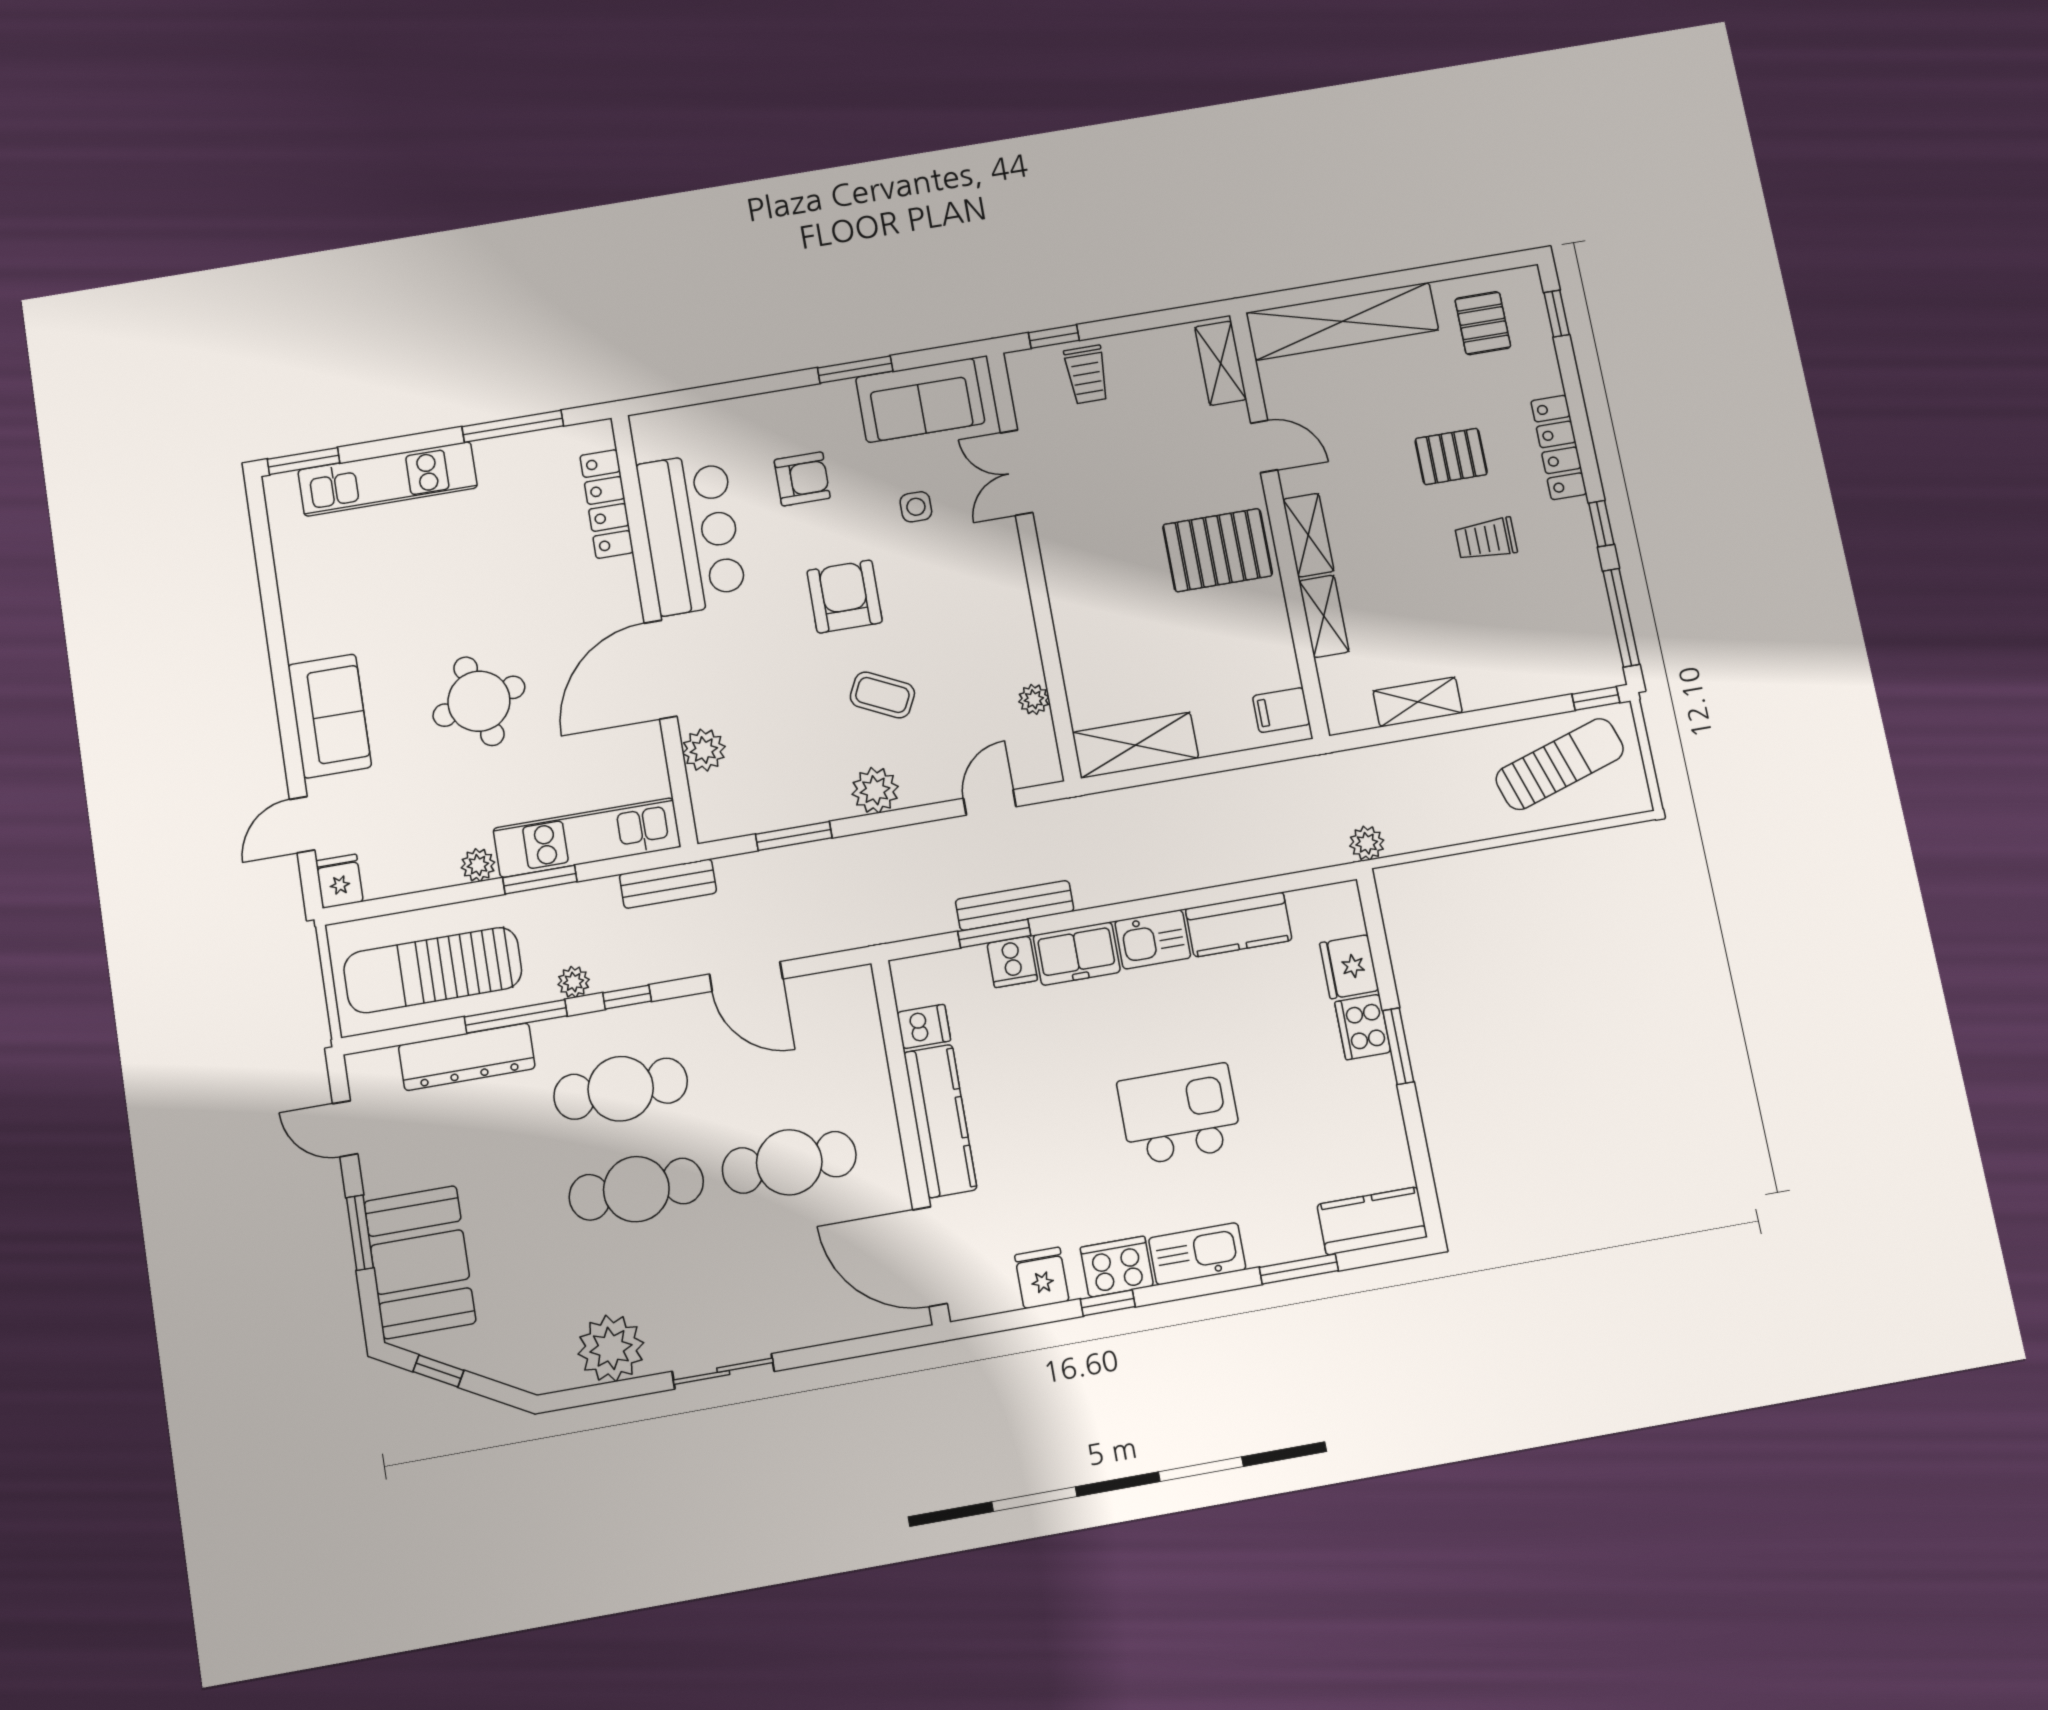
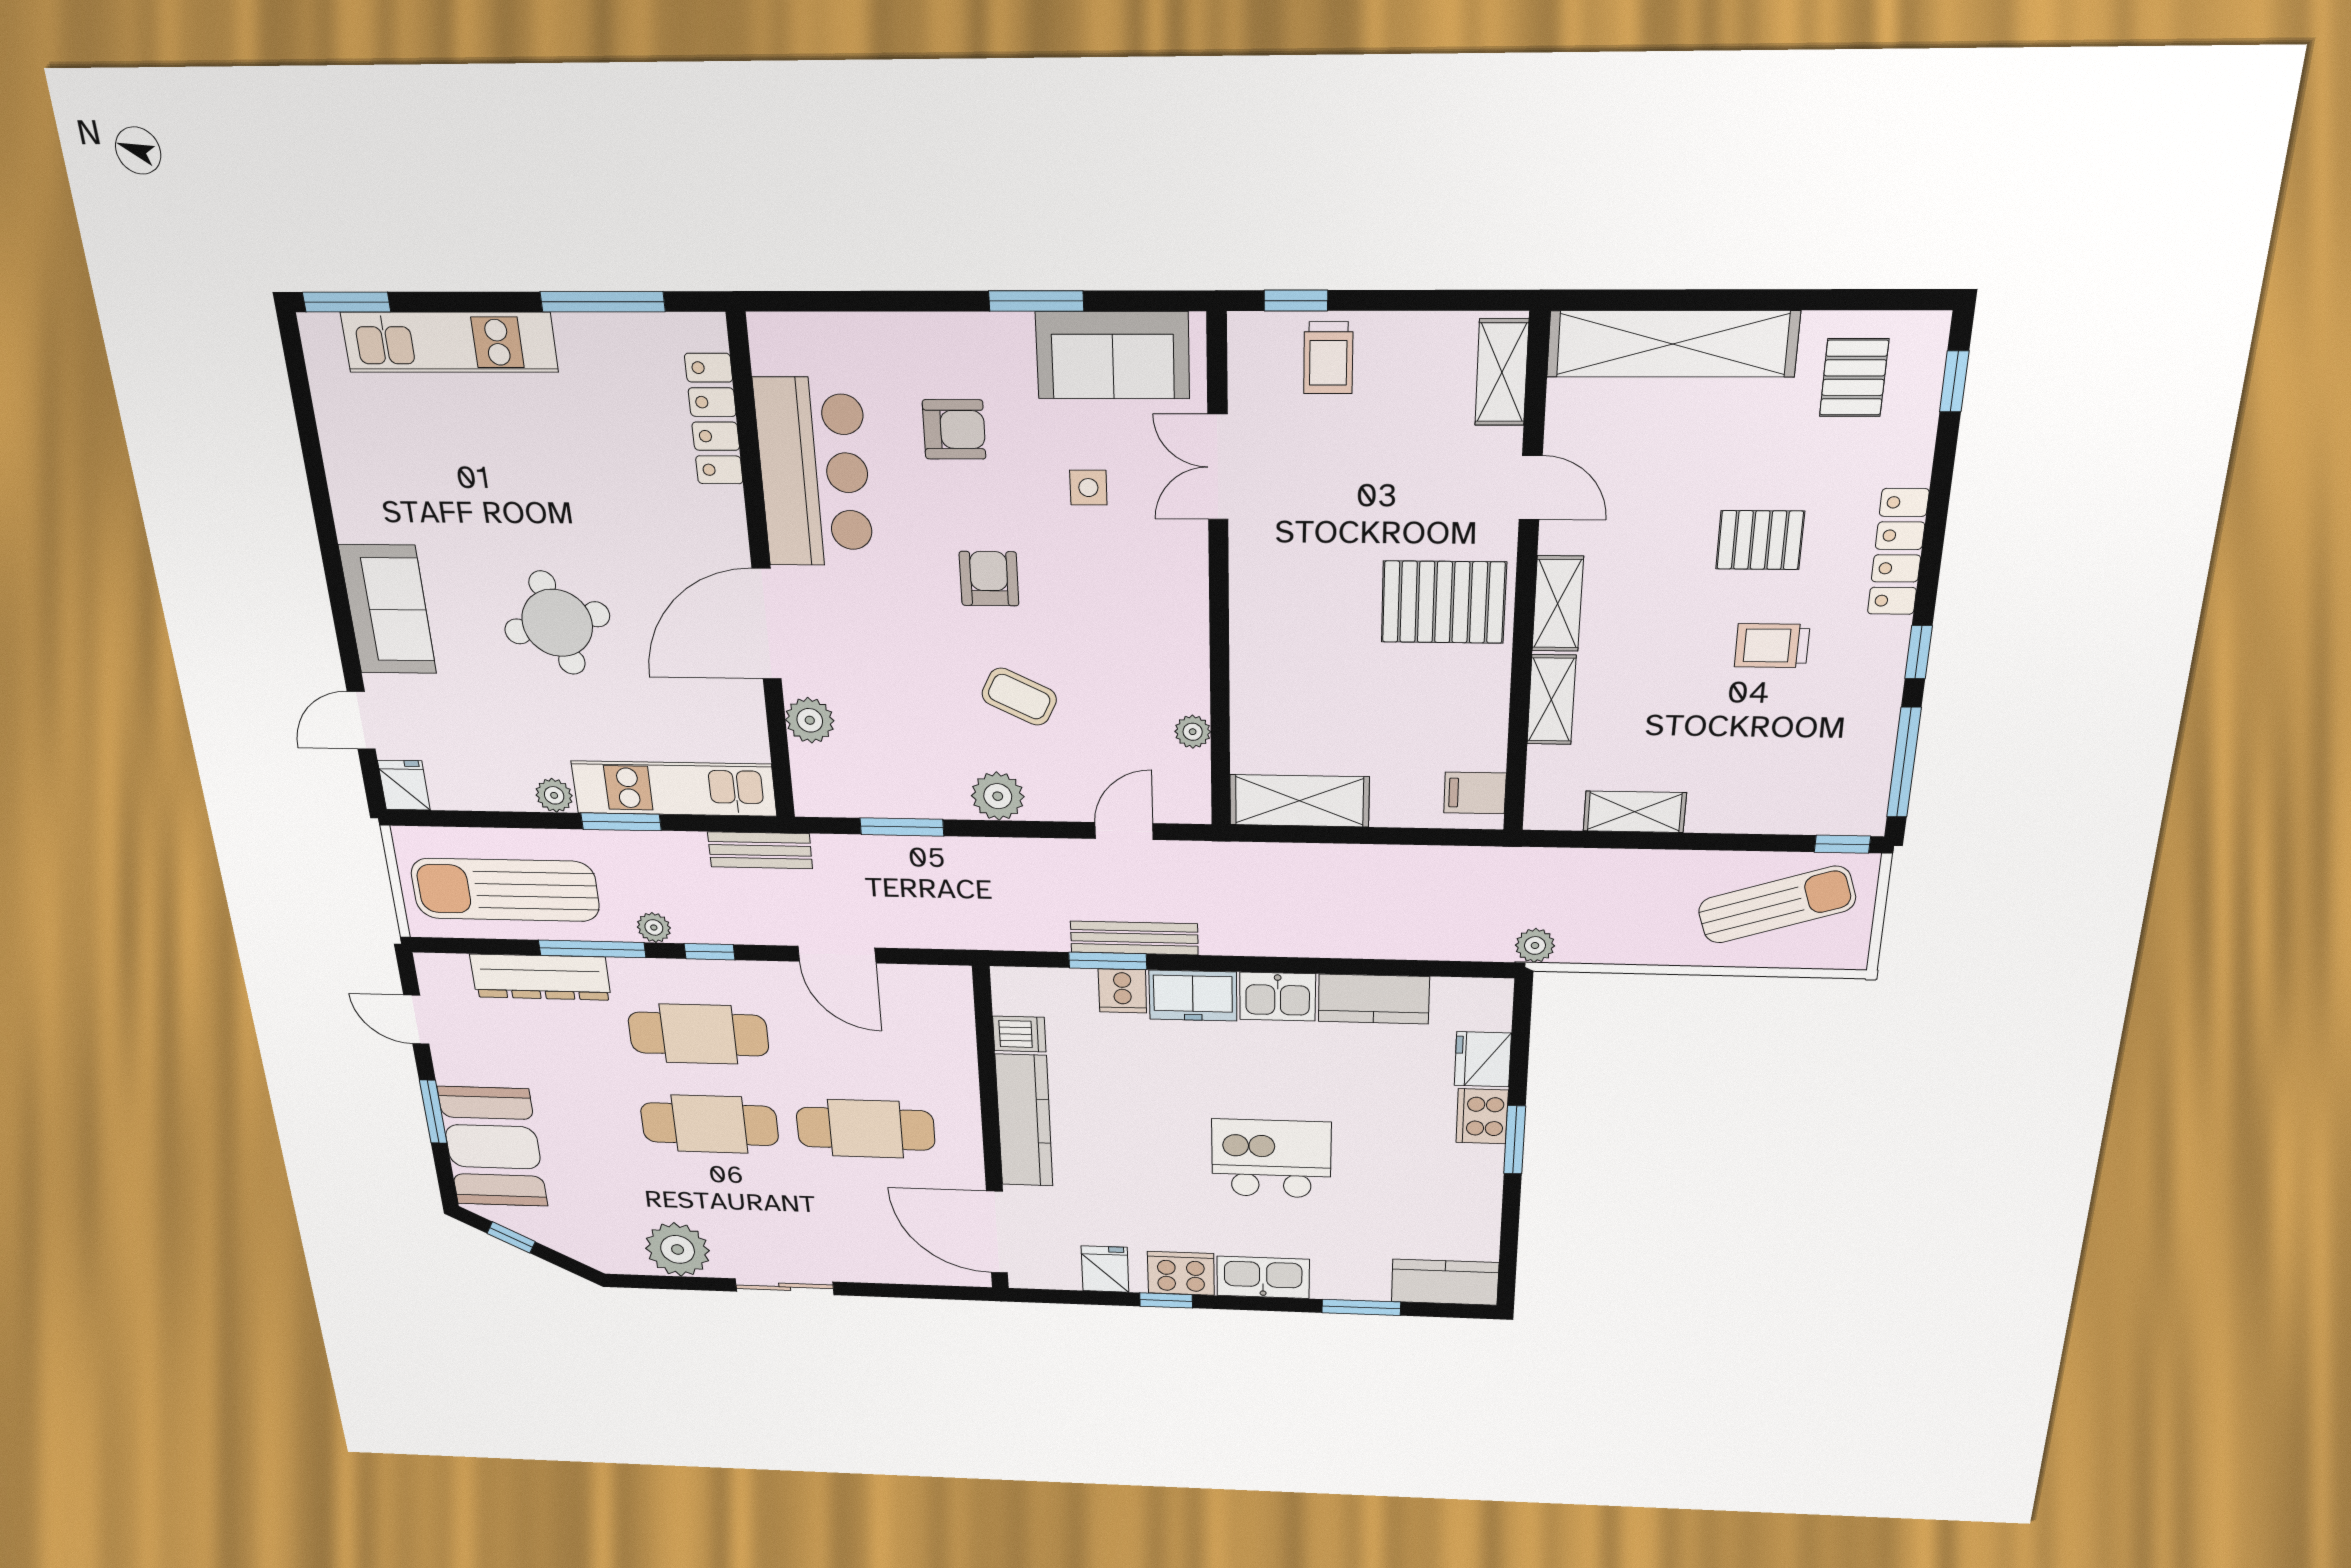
armchair: (845, 596) -> (989, 579), width x0.72, depth x0.72

